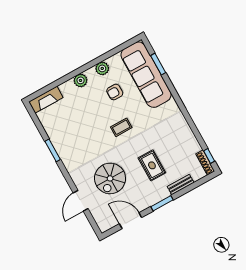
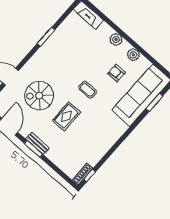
rug: (152, 165) -> (66, 116), moved
bench: (181, 185) -> (38, 143), moved

